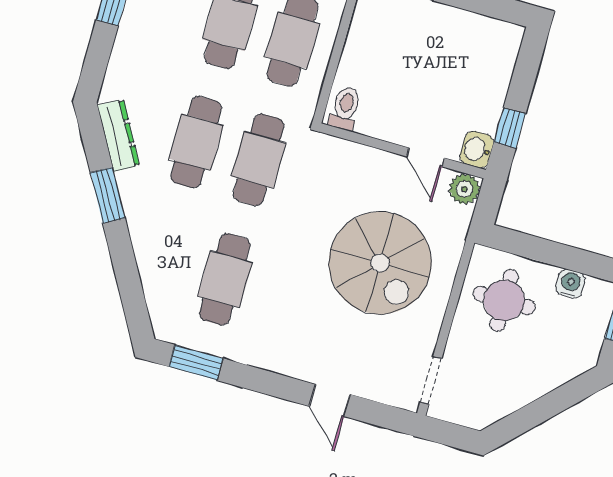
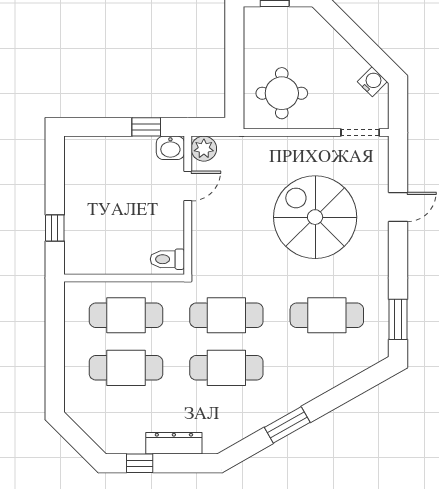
dresser: (118, 135) -> (174, 443), moved, turned 30
spiral stairs: (380, 263) -> (315, 217), moved, turned -90
water cooler: (570, 284) -> (372, 82), moved, turned 135

